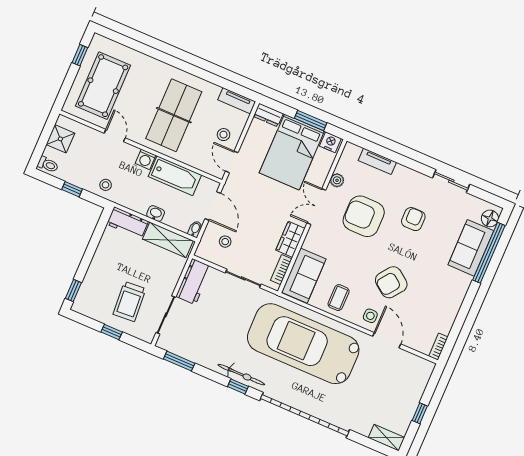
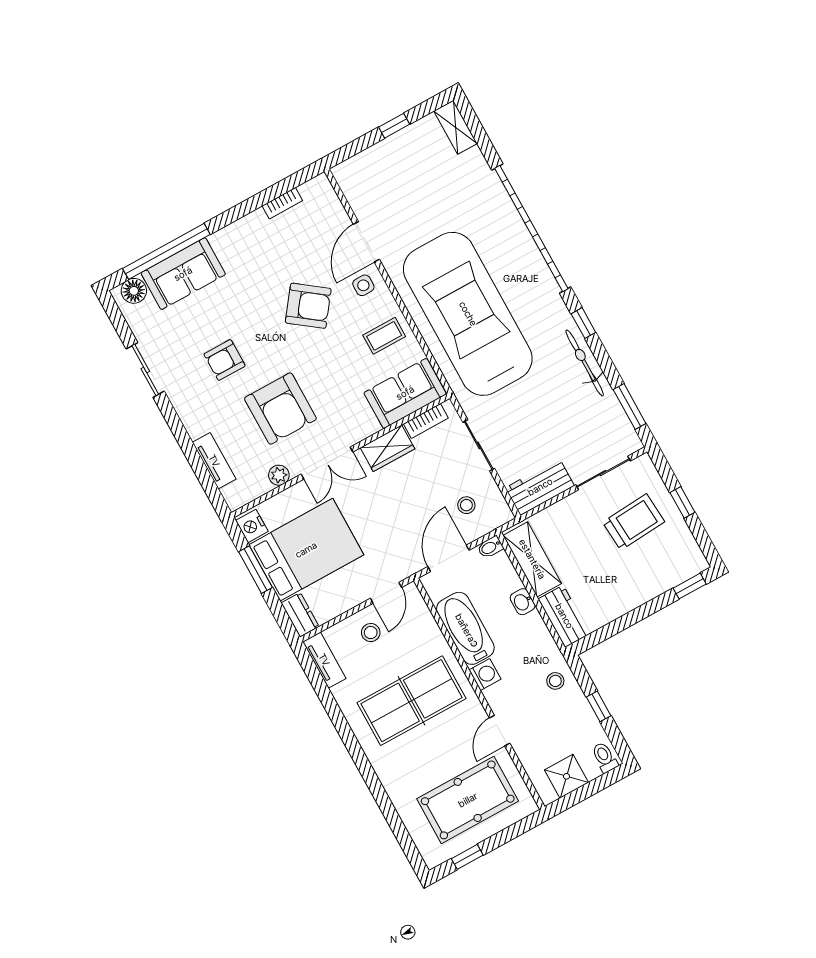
car: (303, 344) -> (468, 314), turned 180
bookcase: (438, 347) -> (282, 203), moved
bicycle: (241, 375) -> (585, 363), moved

